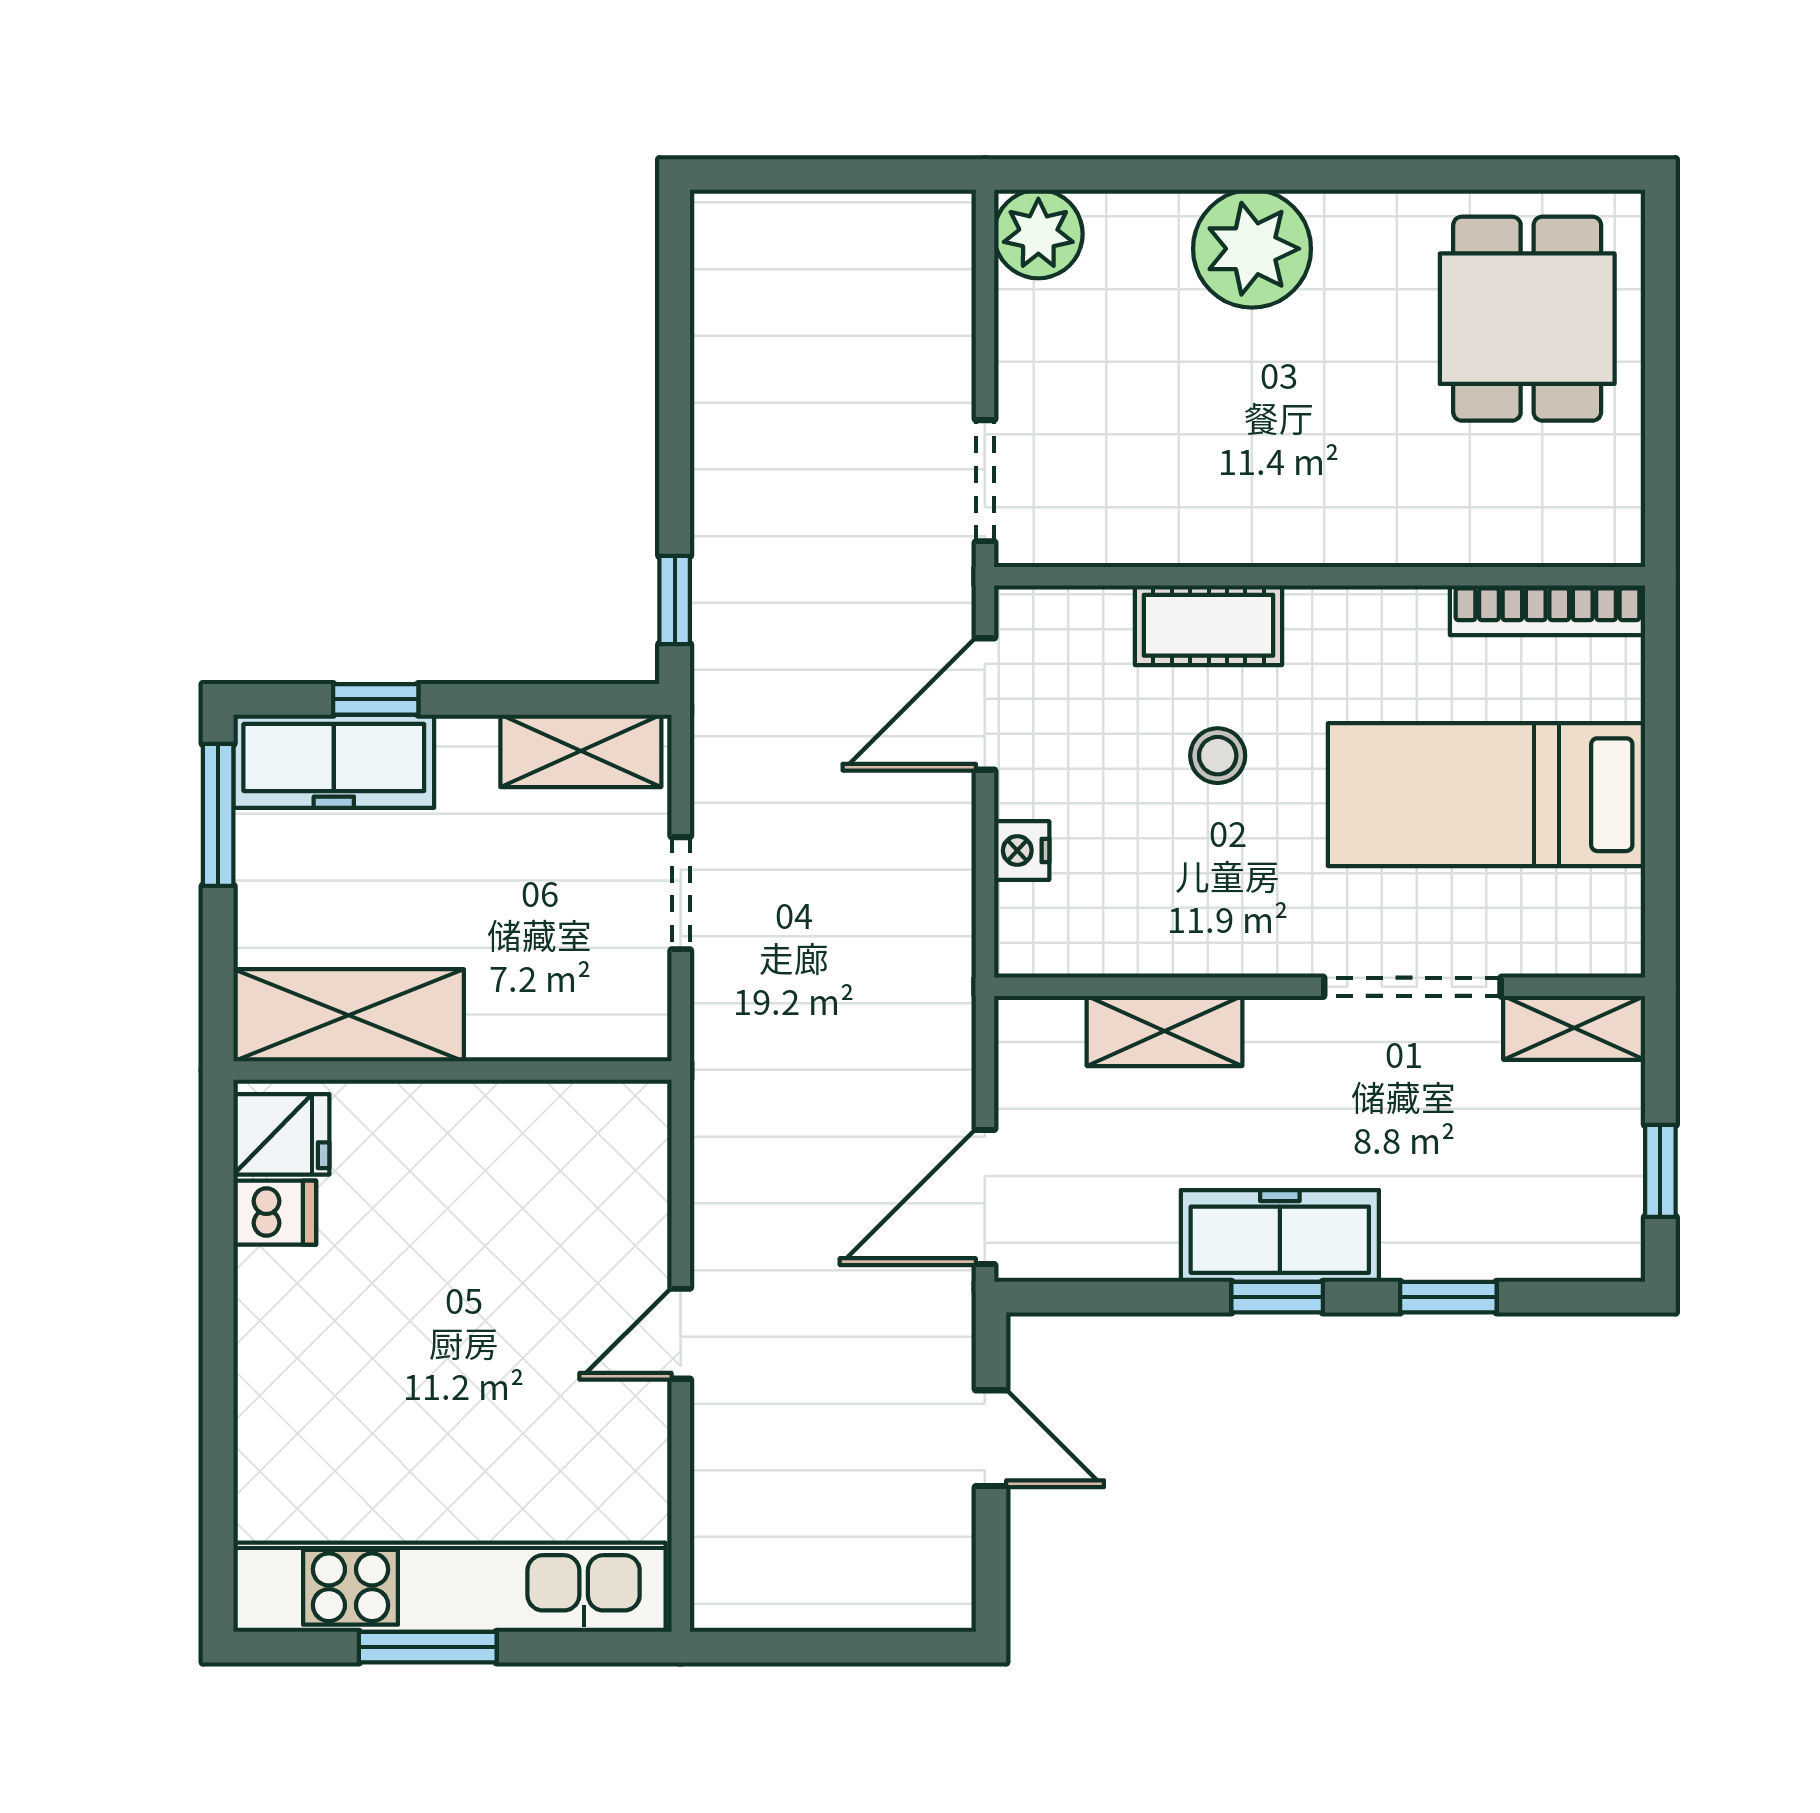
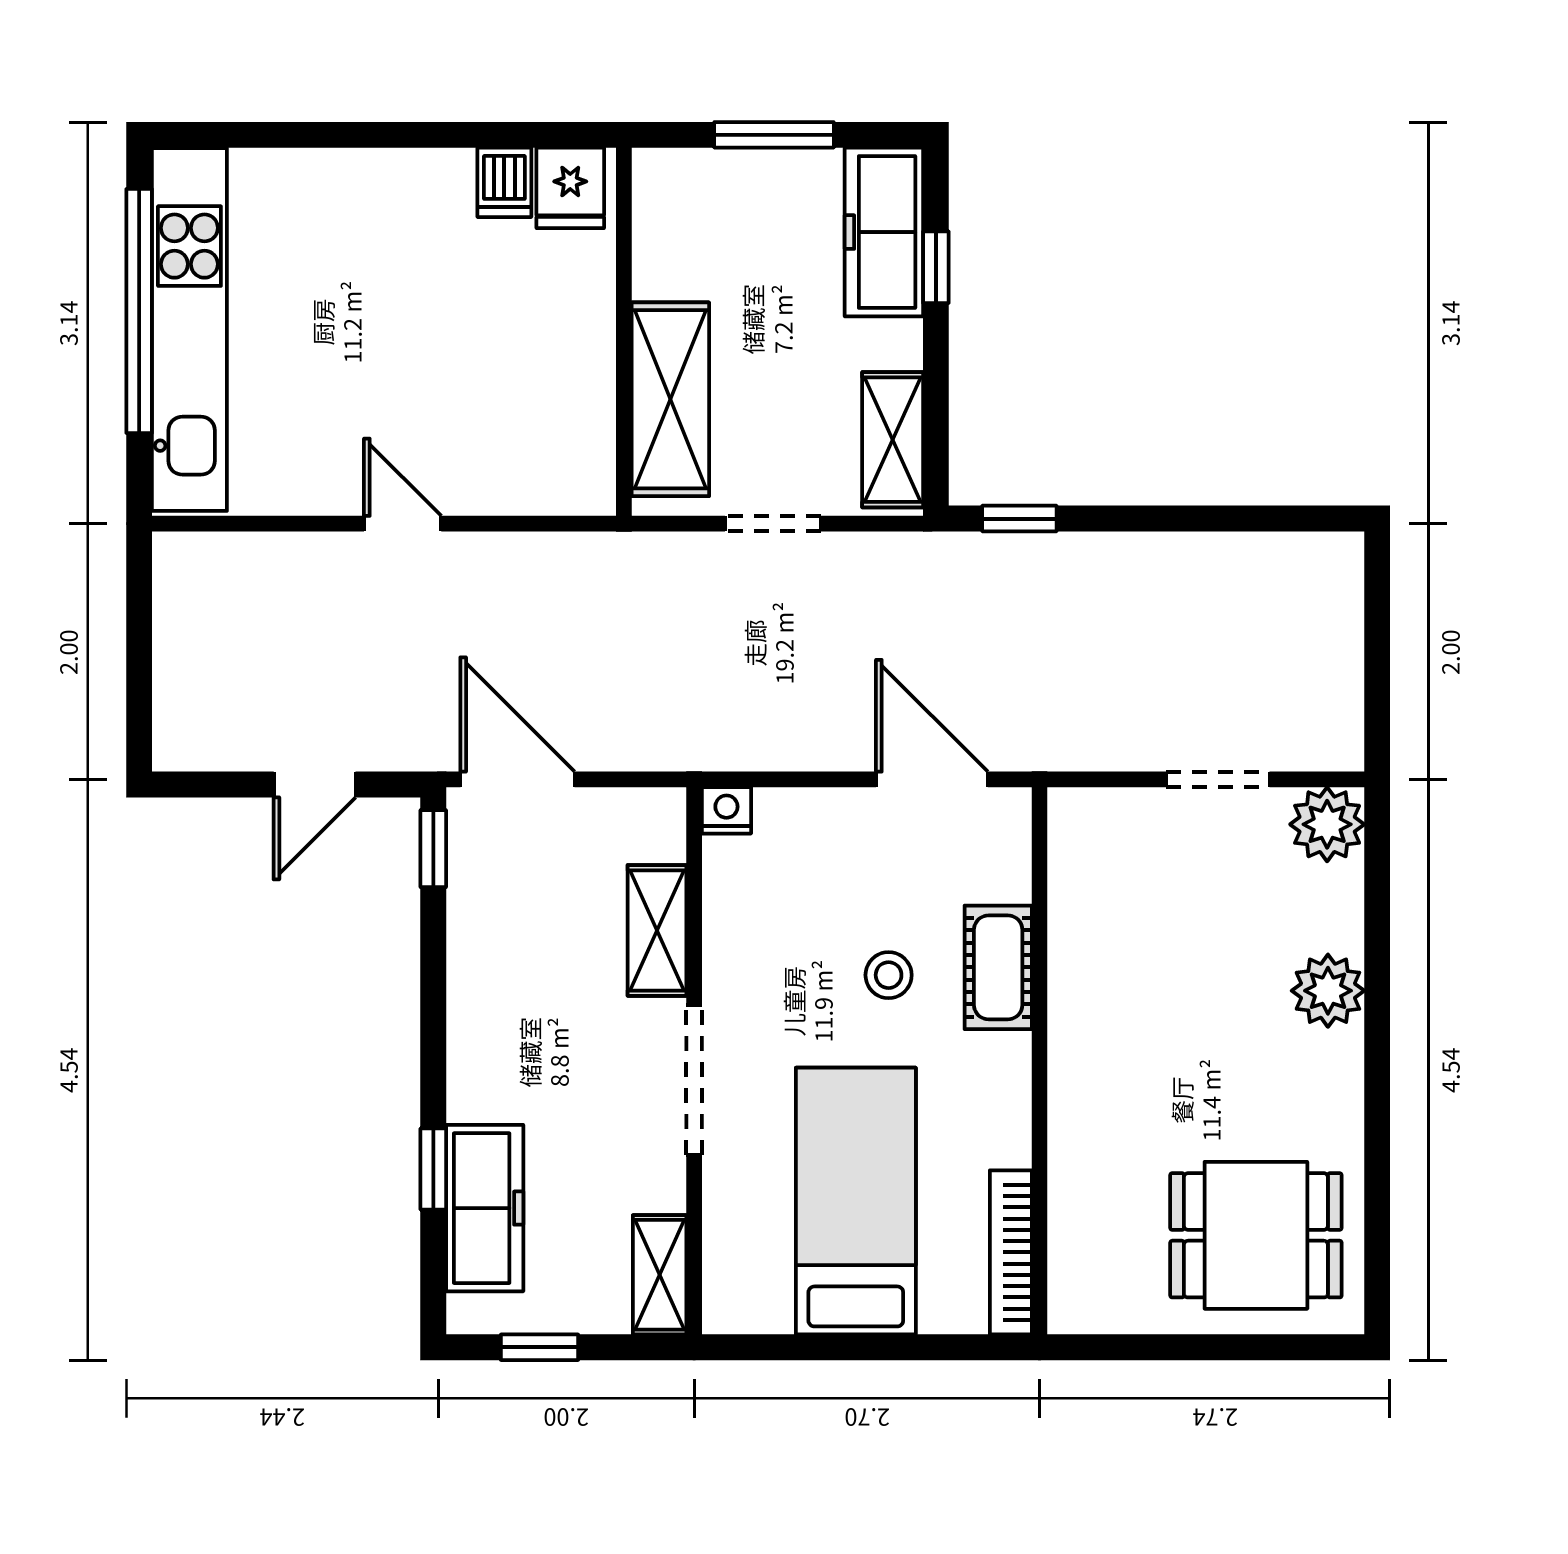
plant: (1252, 249) -> (1328, 991), width x0.73, depth x0.73
doorway: (985, 481) -> (1218, 779), moved
window: (218, 815) -> (774, 135), moved
nightstand: (1022, 850) -> (726, 810), moved
doorway: (1412, 987) -> (694, 1080), moved
shelving: (349, 1015) -> (670, 399), moved
freezer: (1280, 1236) -> (485, 1208), moved
window: (1277, 1297) -> (433, 849), moved
window: (428, 1647) -> (139, 311), width x2.11

